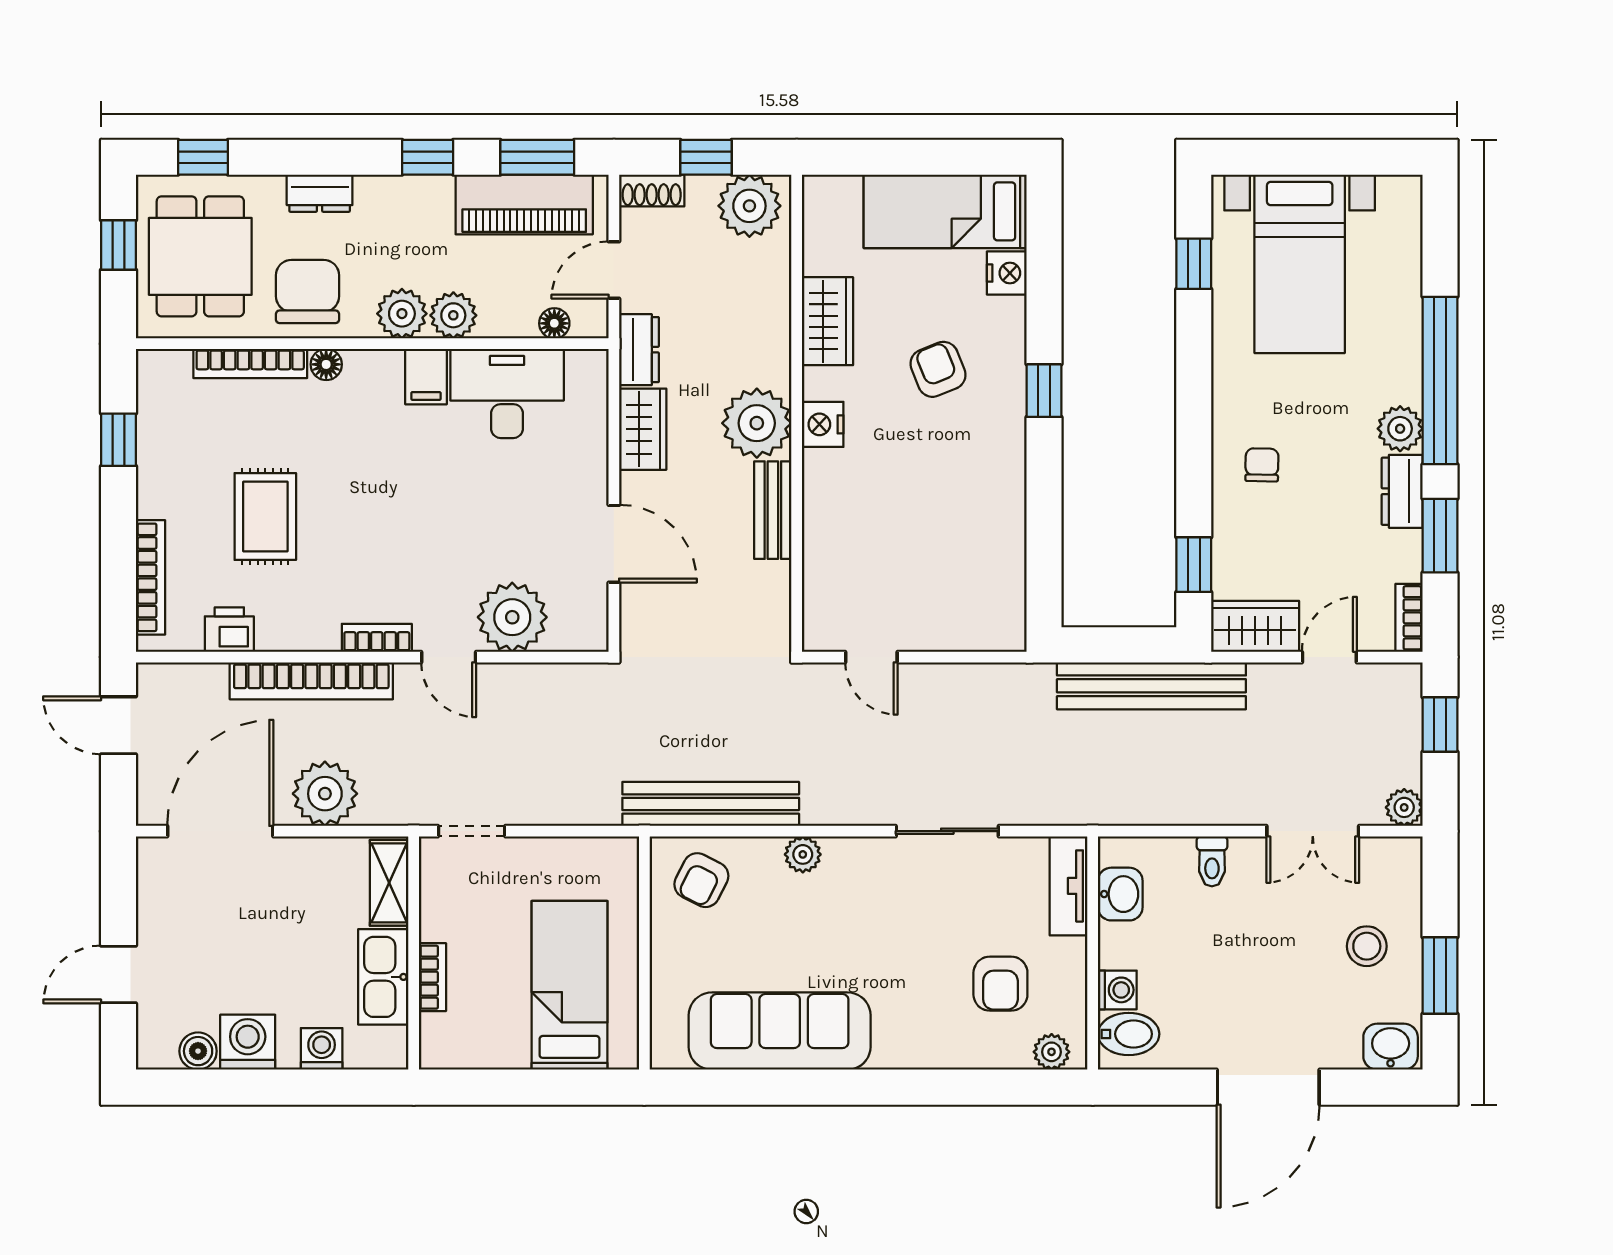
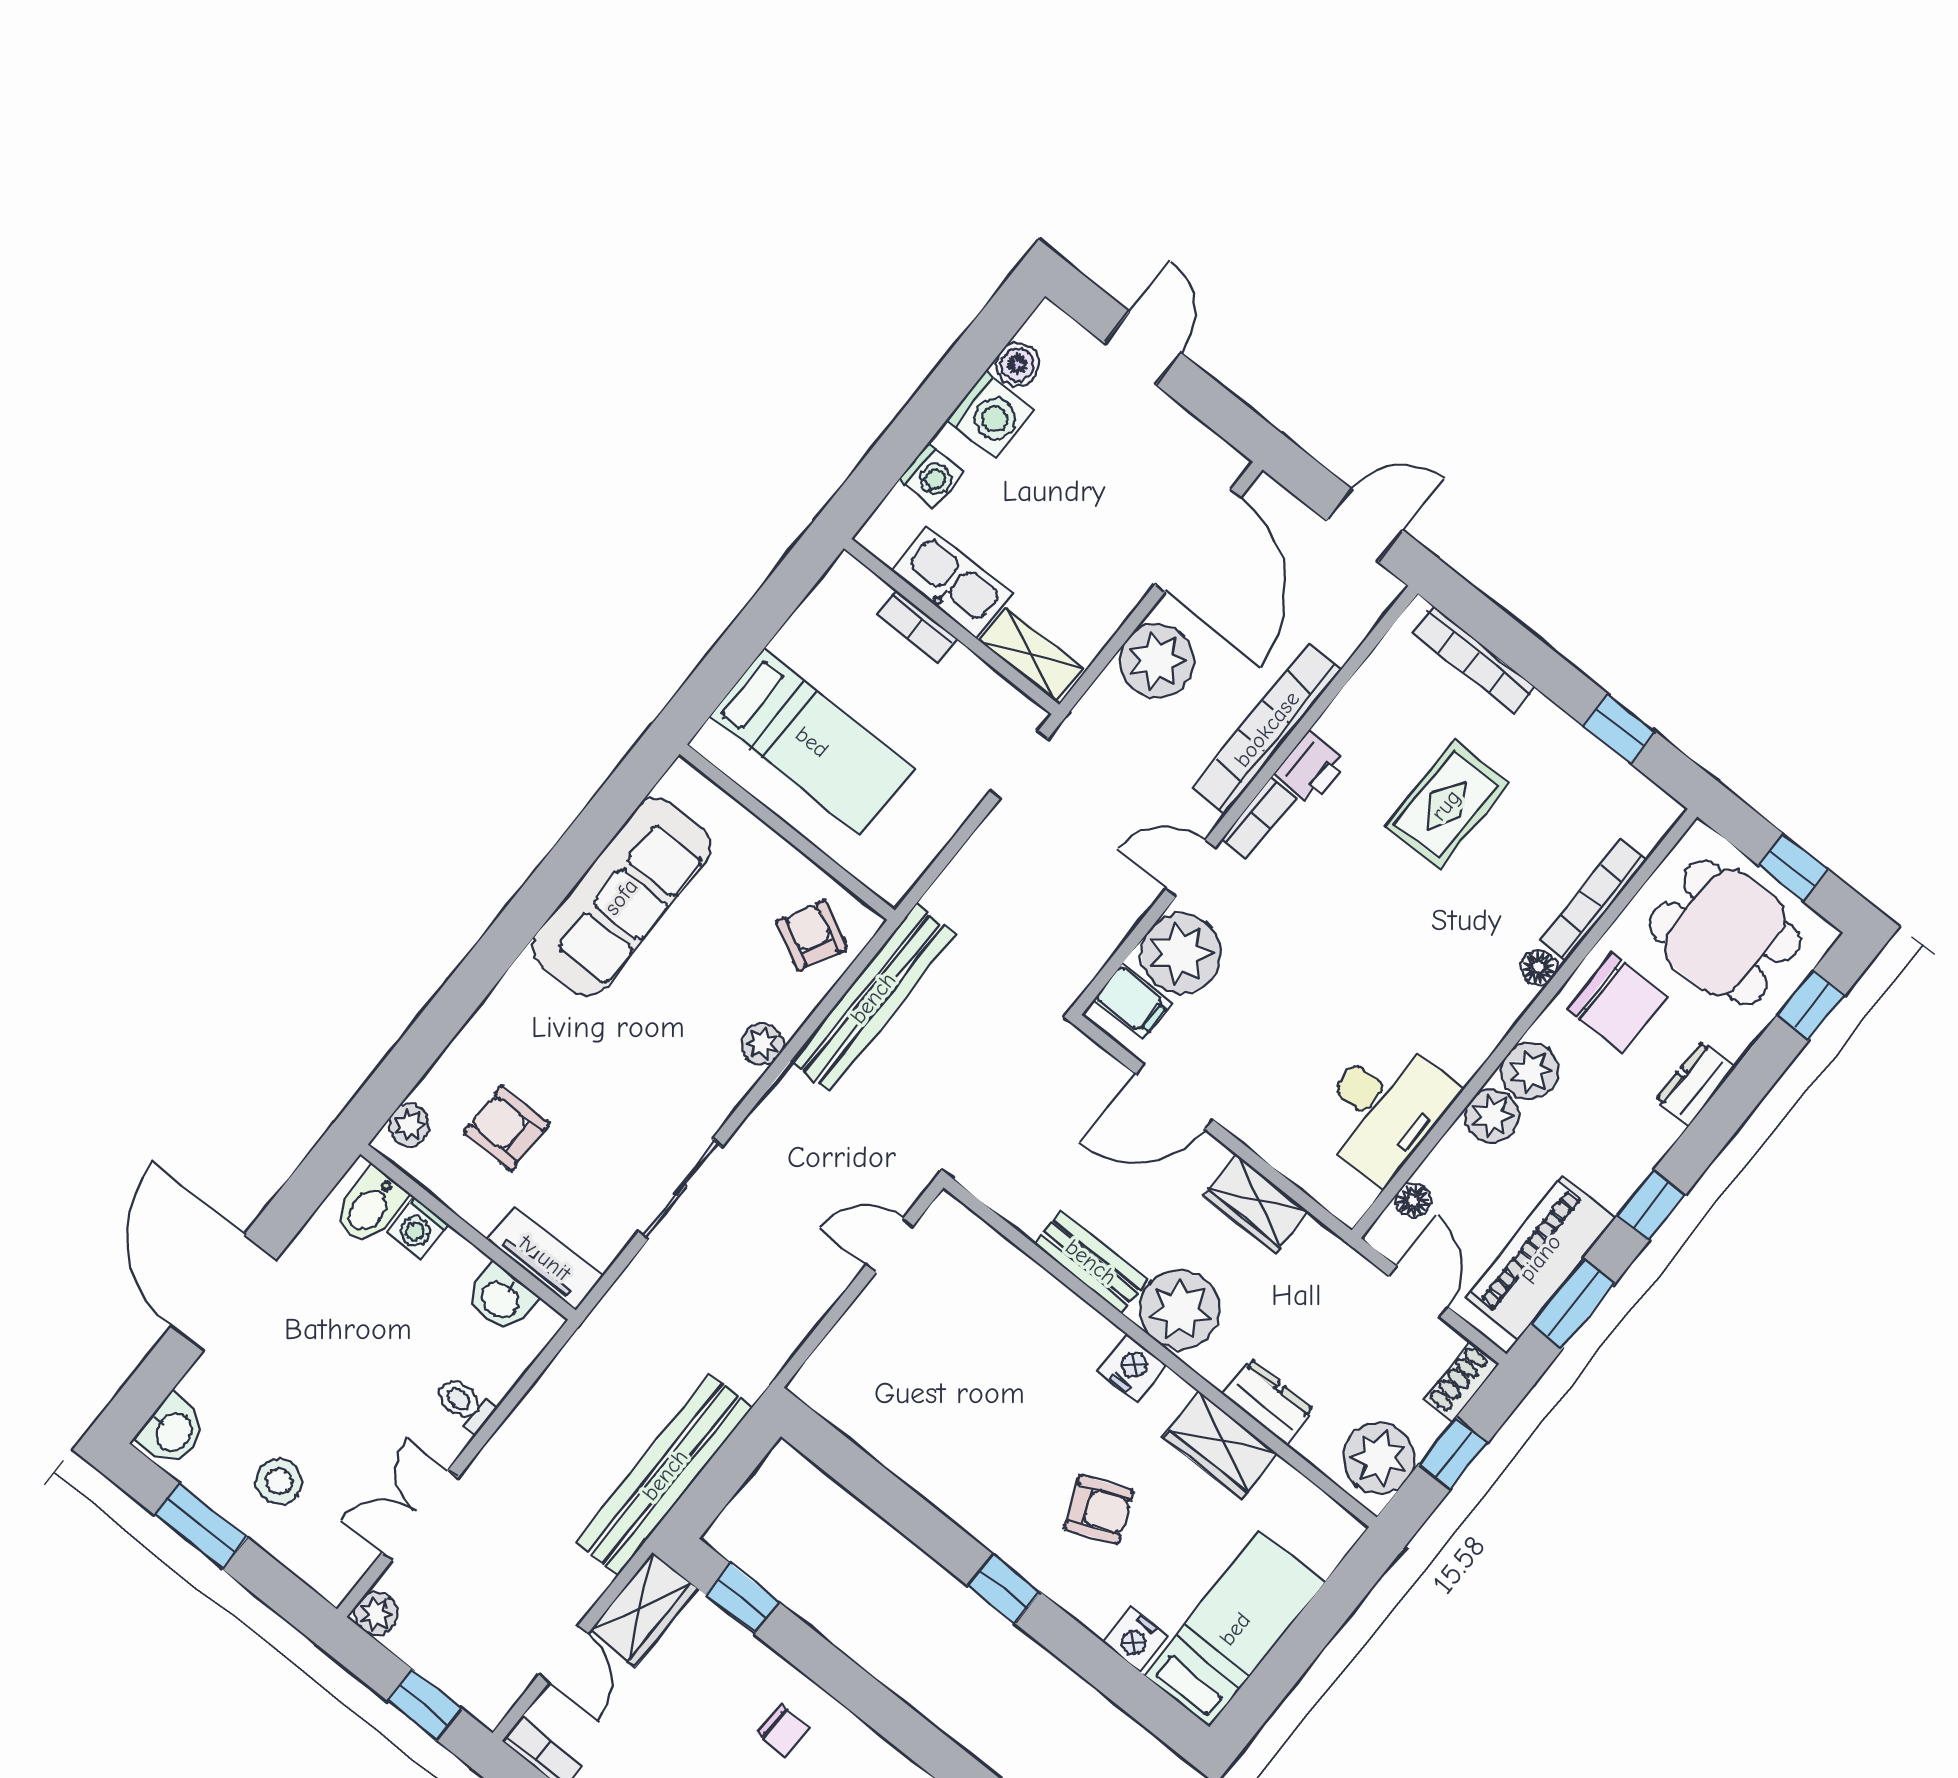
dresser: (639, 350) -> (1268, 1402), moved, turned 180
filing cabinet: (426, 377) -> (1133, 1001), moved, turned 180
rug: (265, 517) -> (1446, 805), turned 90
printer: (229, 630) -> (1311, 768), moved

